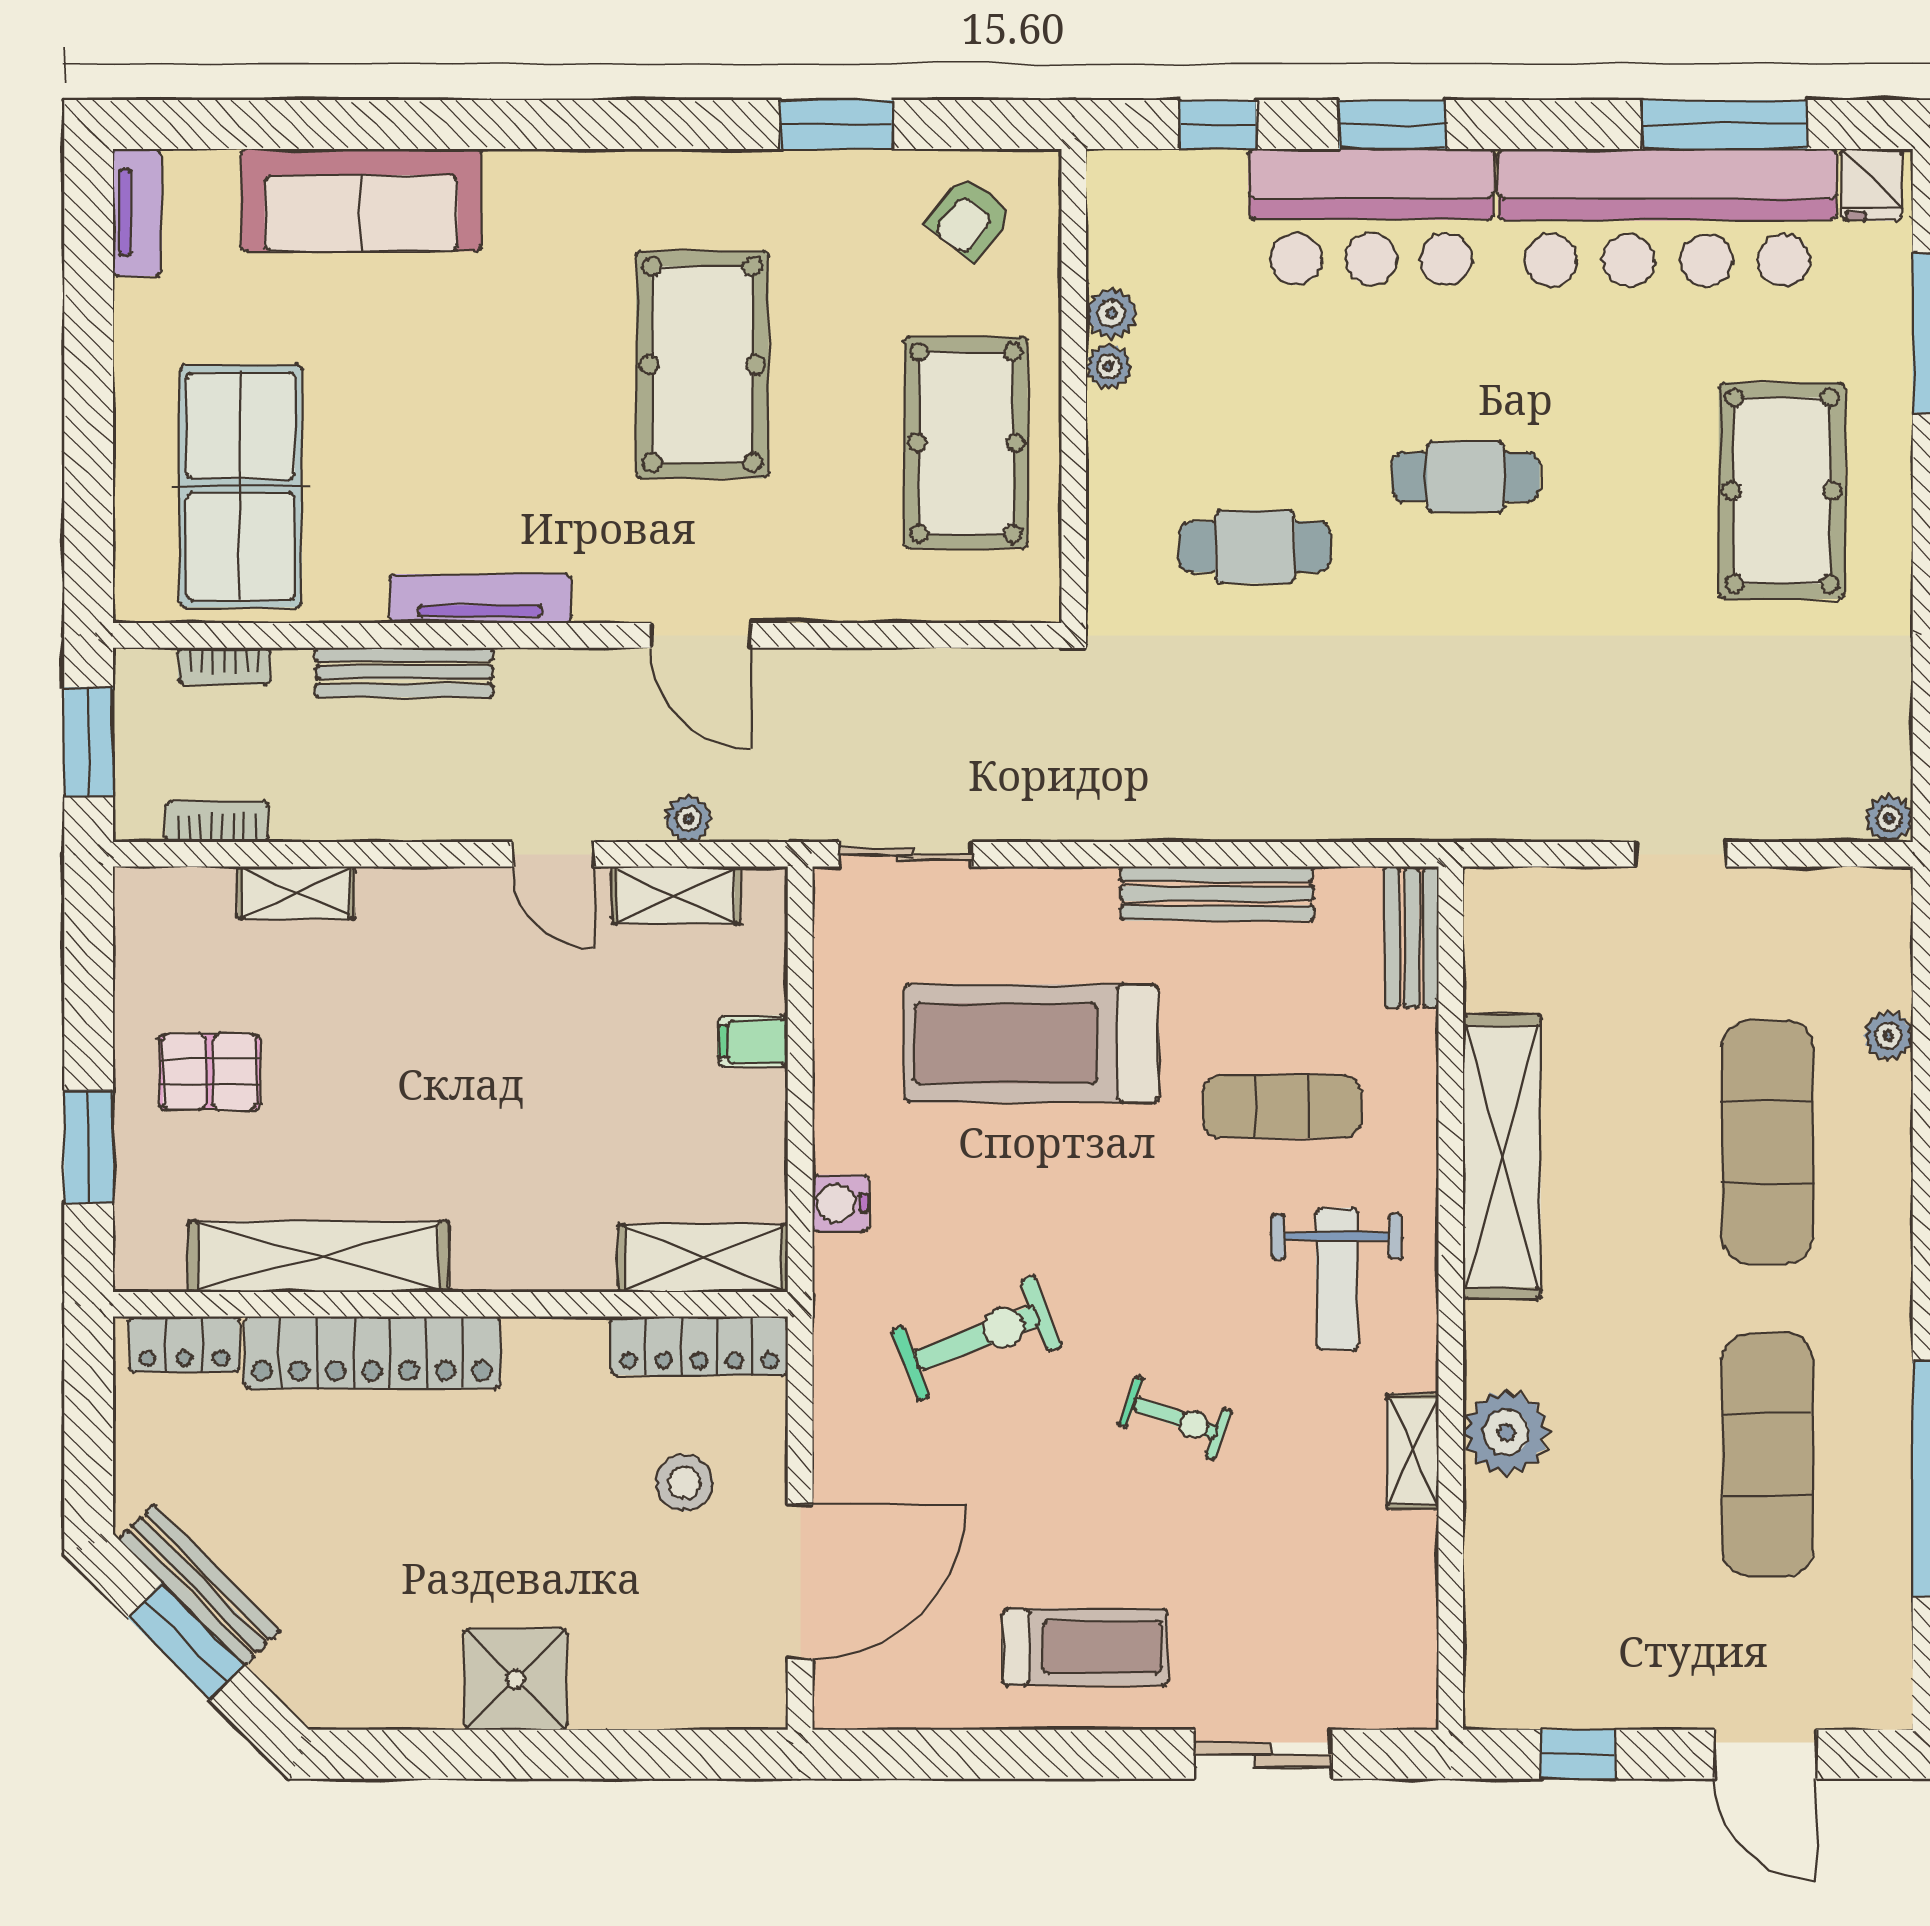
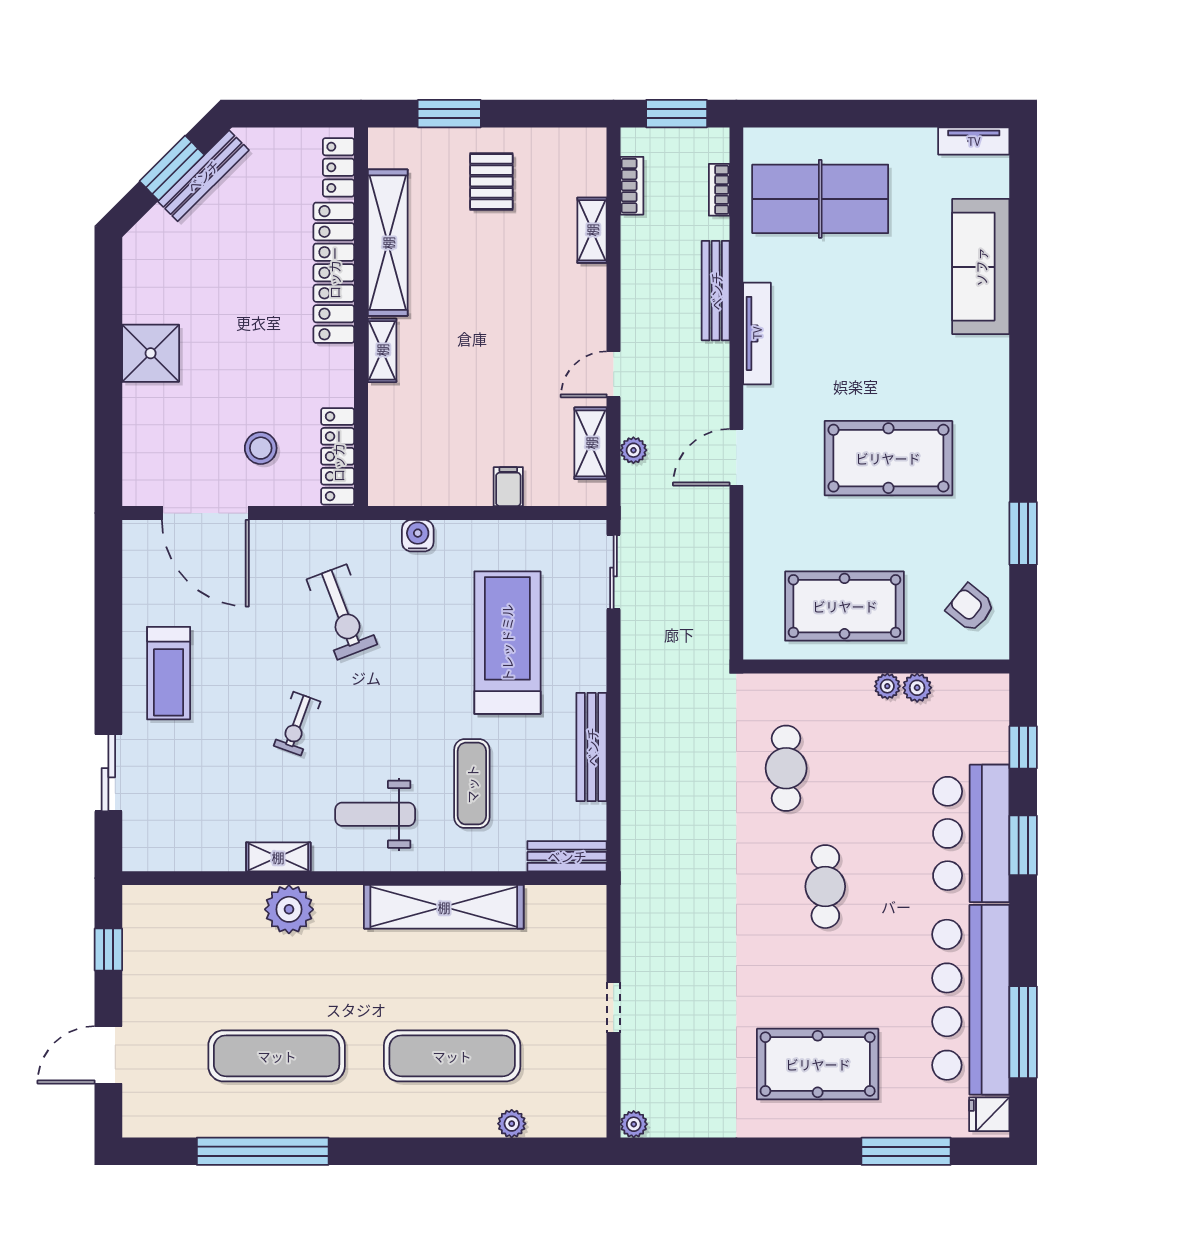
shelving: (703, 1258) -> (382, 350), moved, width x0.67, depth x0.75

